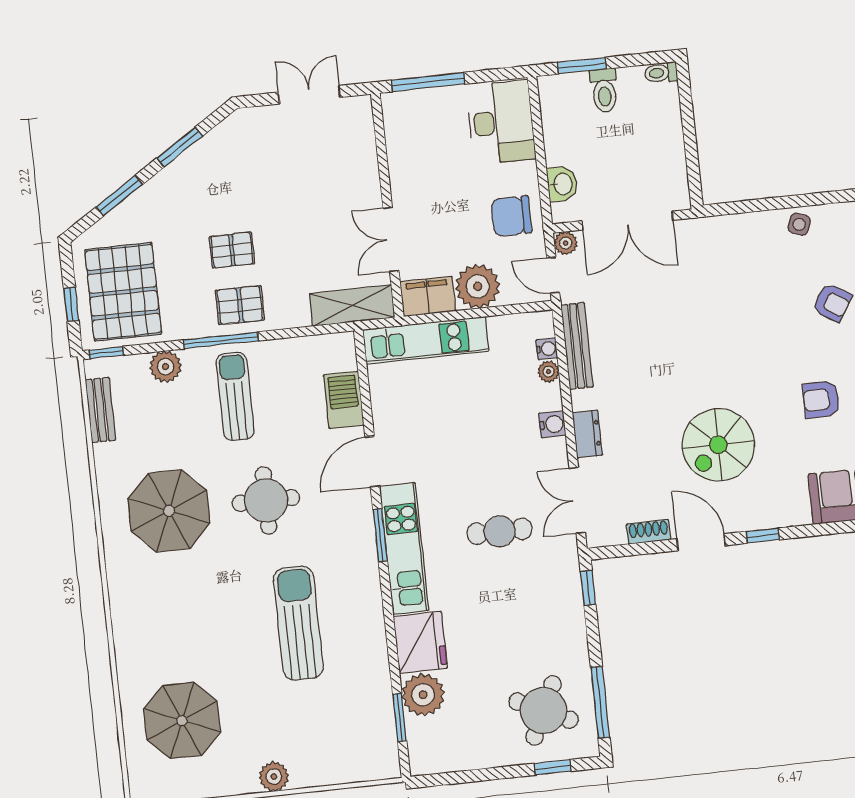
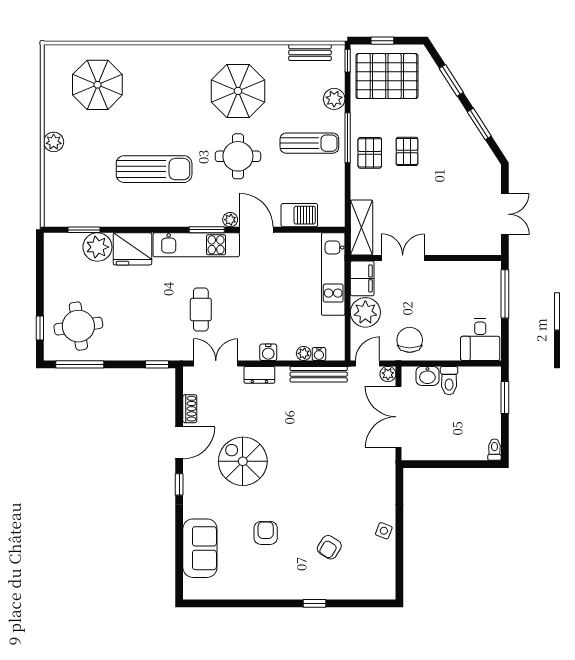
toilet: (604, 90) -> (449, 381), moved, turned -90
desk: (501, 122) -> (480, 340), width x0.73
plant: (361, 502) -> (230, 220), added
round table: (544, 711) -> (78, 326), turned -34

